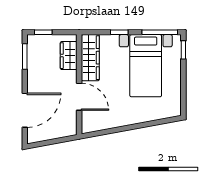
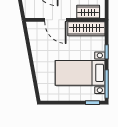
door: (79, 97) -> (55, 20), hinge flipped

